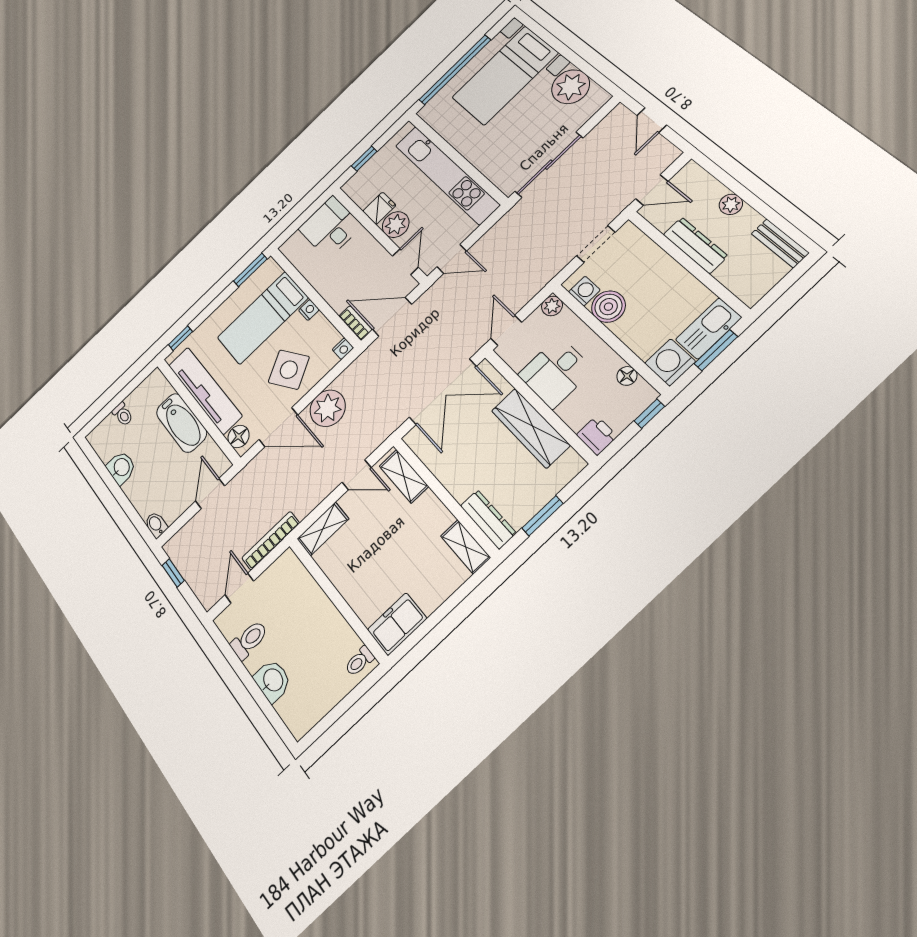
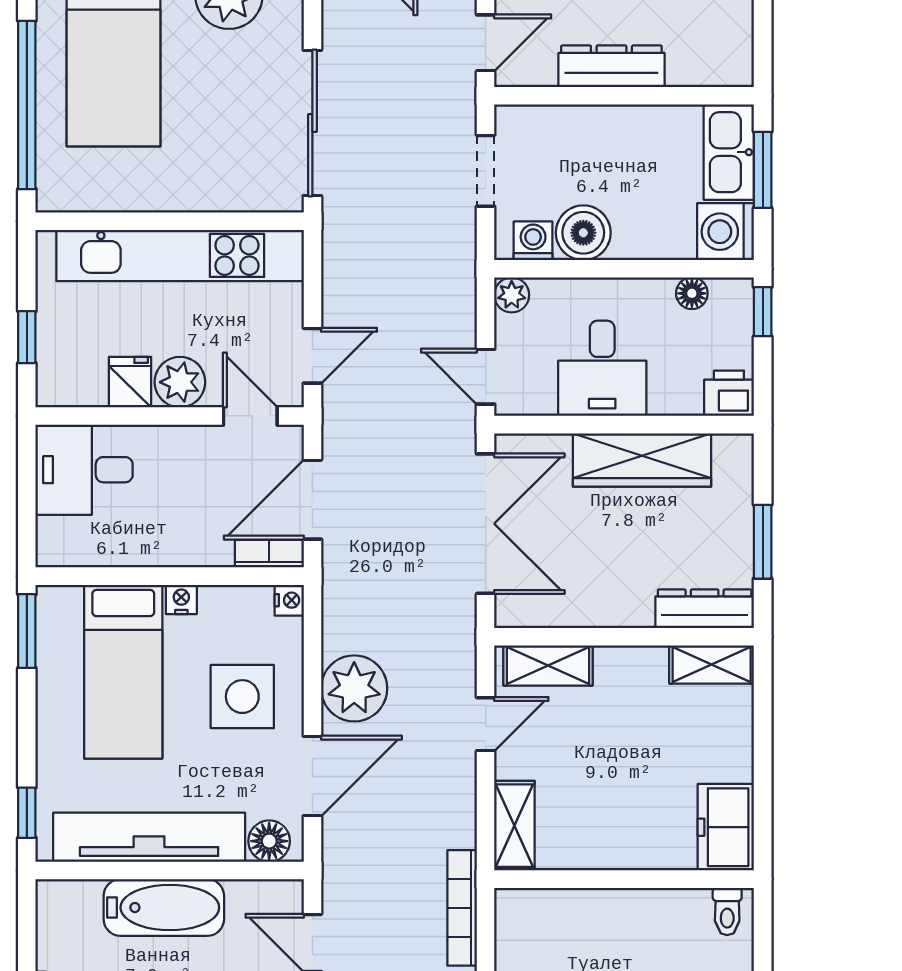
side table: (289, 370) -> (242, 697), turned 31

